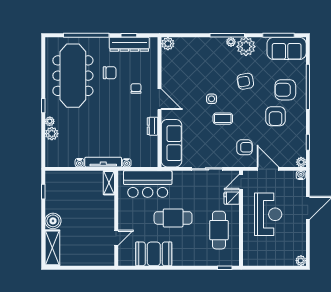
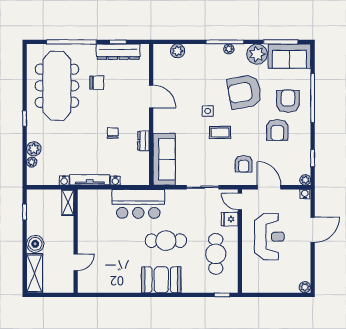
plant: (168, 44) -> (178, 51), moved
plant: (246, 47) -> (257, 54), moved
armchair: (245, 81) -> (245, 92), width x1.88, depth x1.88
chair: (136, 88) -> (113, 133), moved
armchair: (285, 90) -> (288, 101), turned 90
door: (159, 99) -> (151, 96), moved
plant: (50, 121) -> (32, 162), moved
armchair: (245, 147) -> (244, 164), turned 90
door: (241, 182) -> (240, 201), hinge flipped
shelving: (109, 183) -> (68, 202), moved
wall: (116, 218) -> (76, 241), moved
door: (116, 238) -> (76, 262), moved
booth: (154, 254) -> (161, 280), moved

